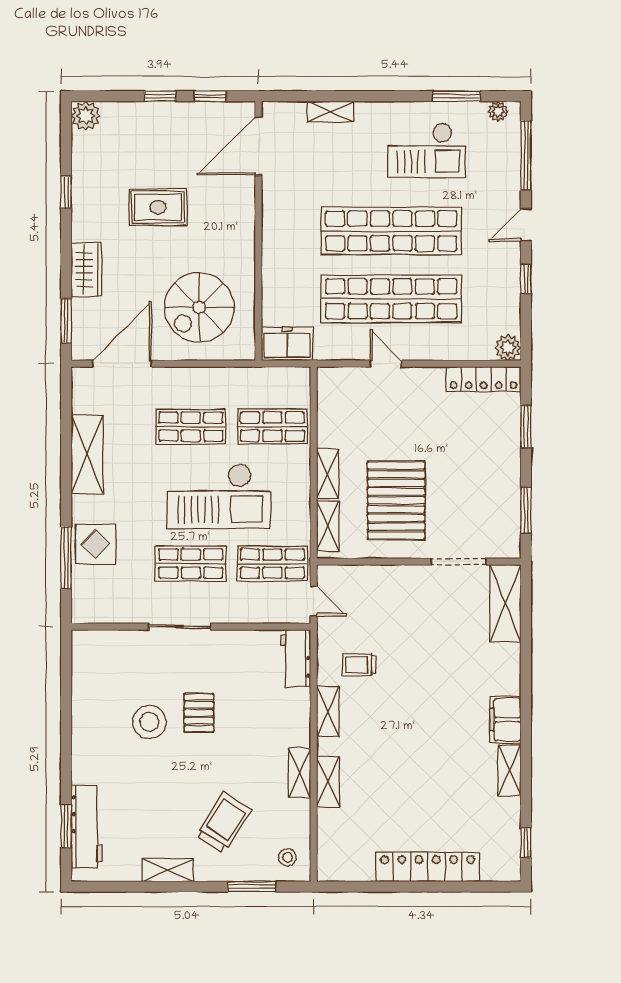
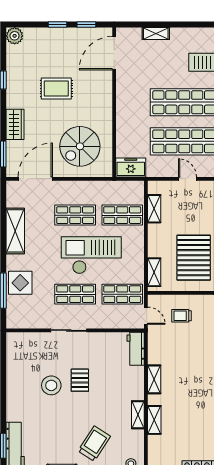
shelving: (328, 474) -> (154, 209), moved
checkout: (219, 496) -> (91, 255), turned 180
trolley: (359, 665) -> (182, 316), moved

